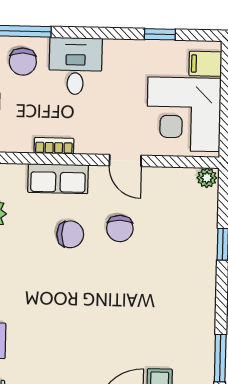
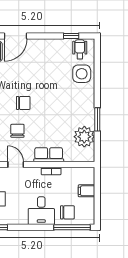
chair: (23, 62) -> (67, 212), turned 90
chair: (70, 234) -> (23, 103), moved, turned 180

